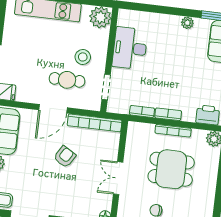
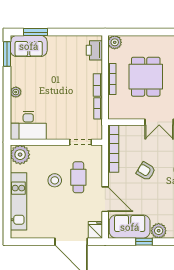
plant: (187, 23) -> (16, 92), moved
desk: (130, 48) -> (28, 125), moved
stool: (83, 57) -> (55, 180), moved
door: (53, 109) -> (105, 199), moved

